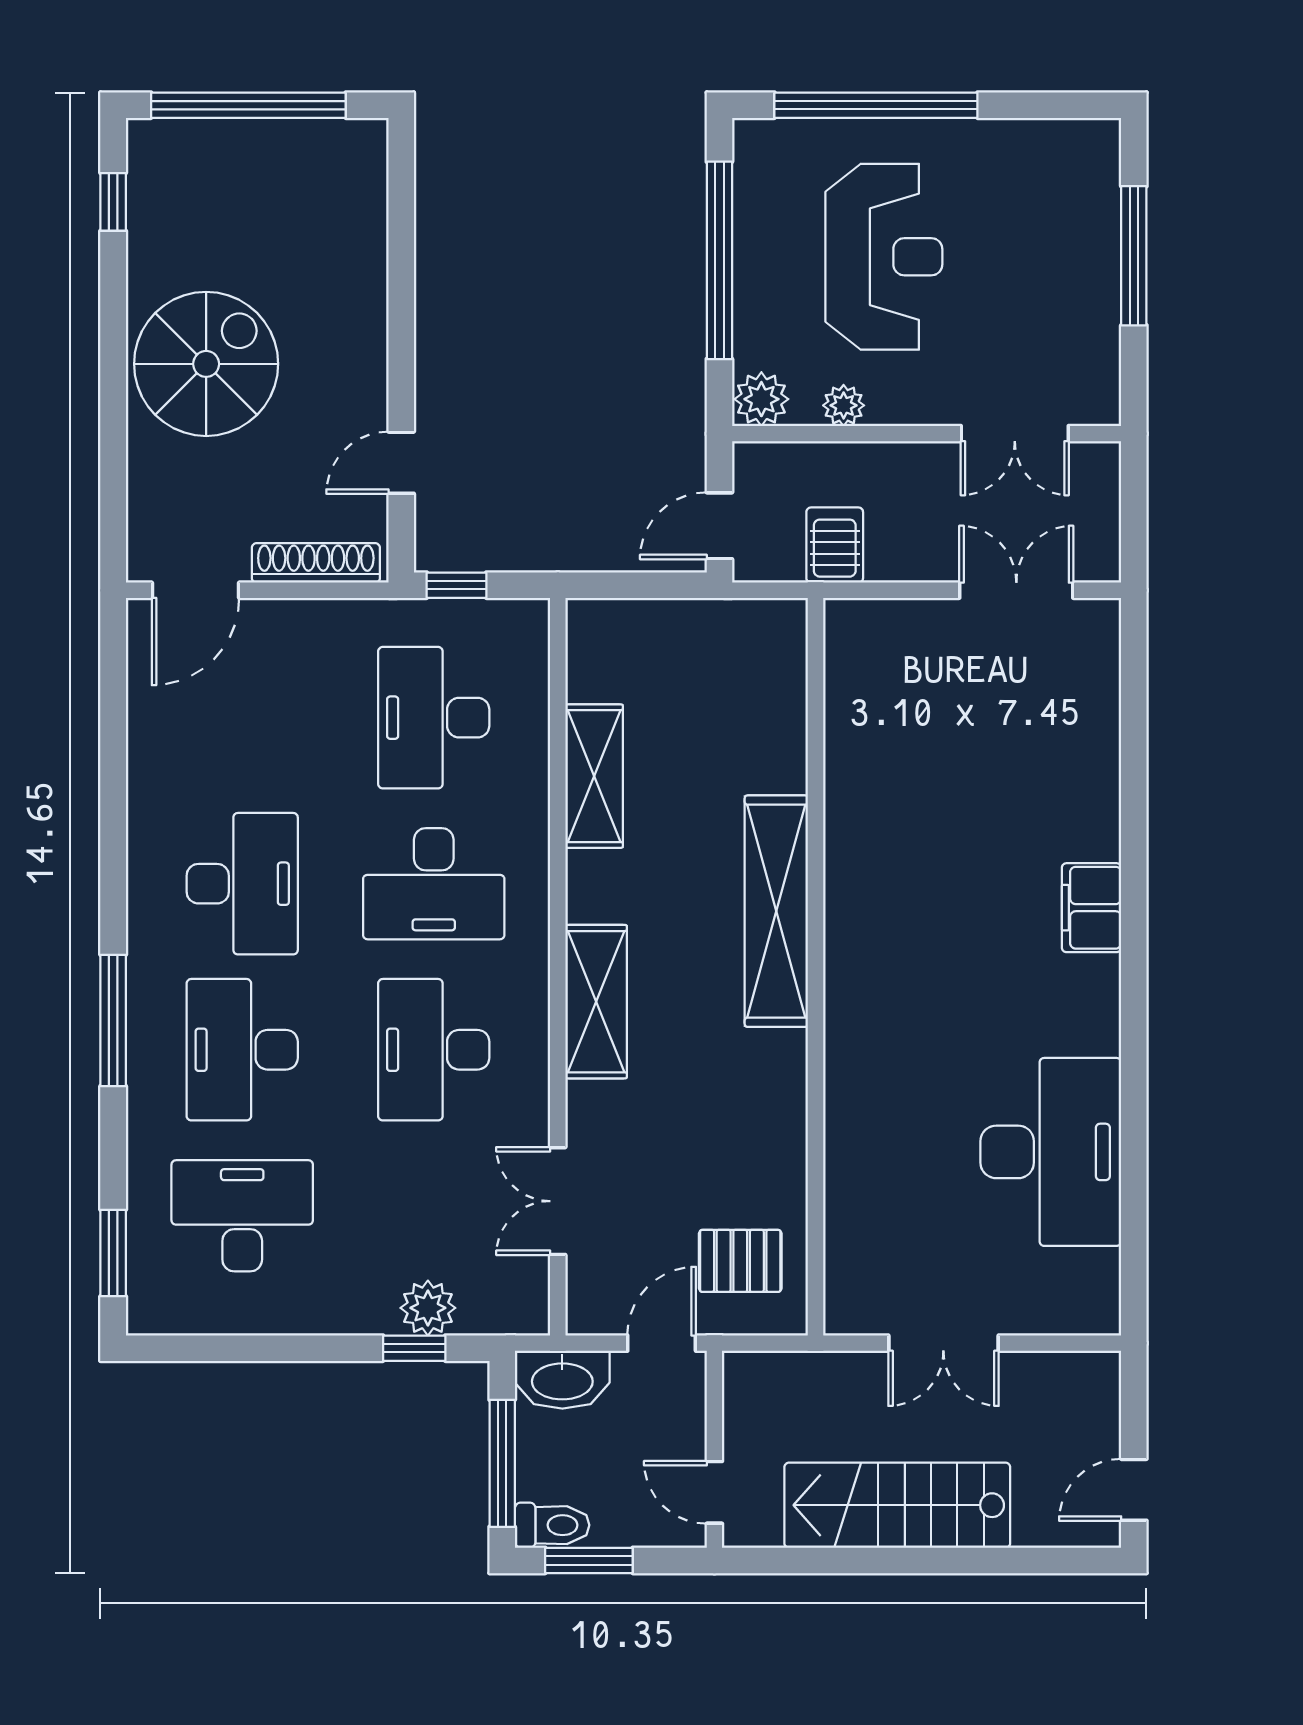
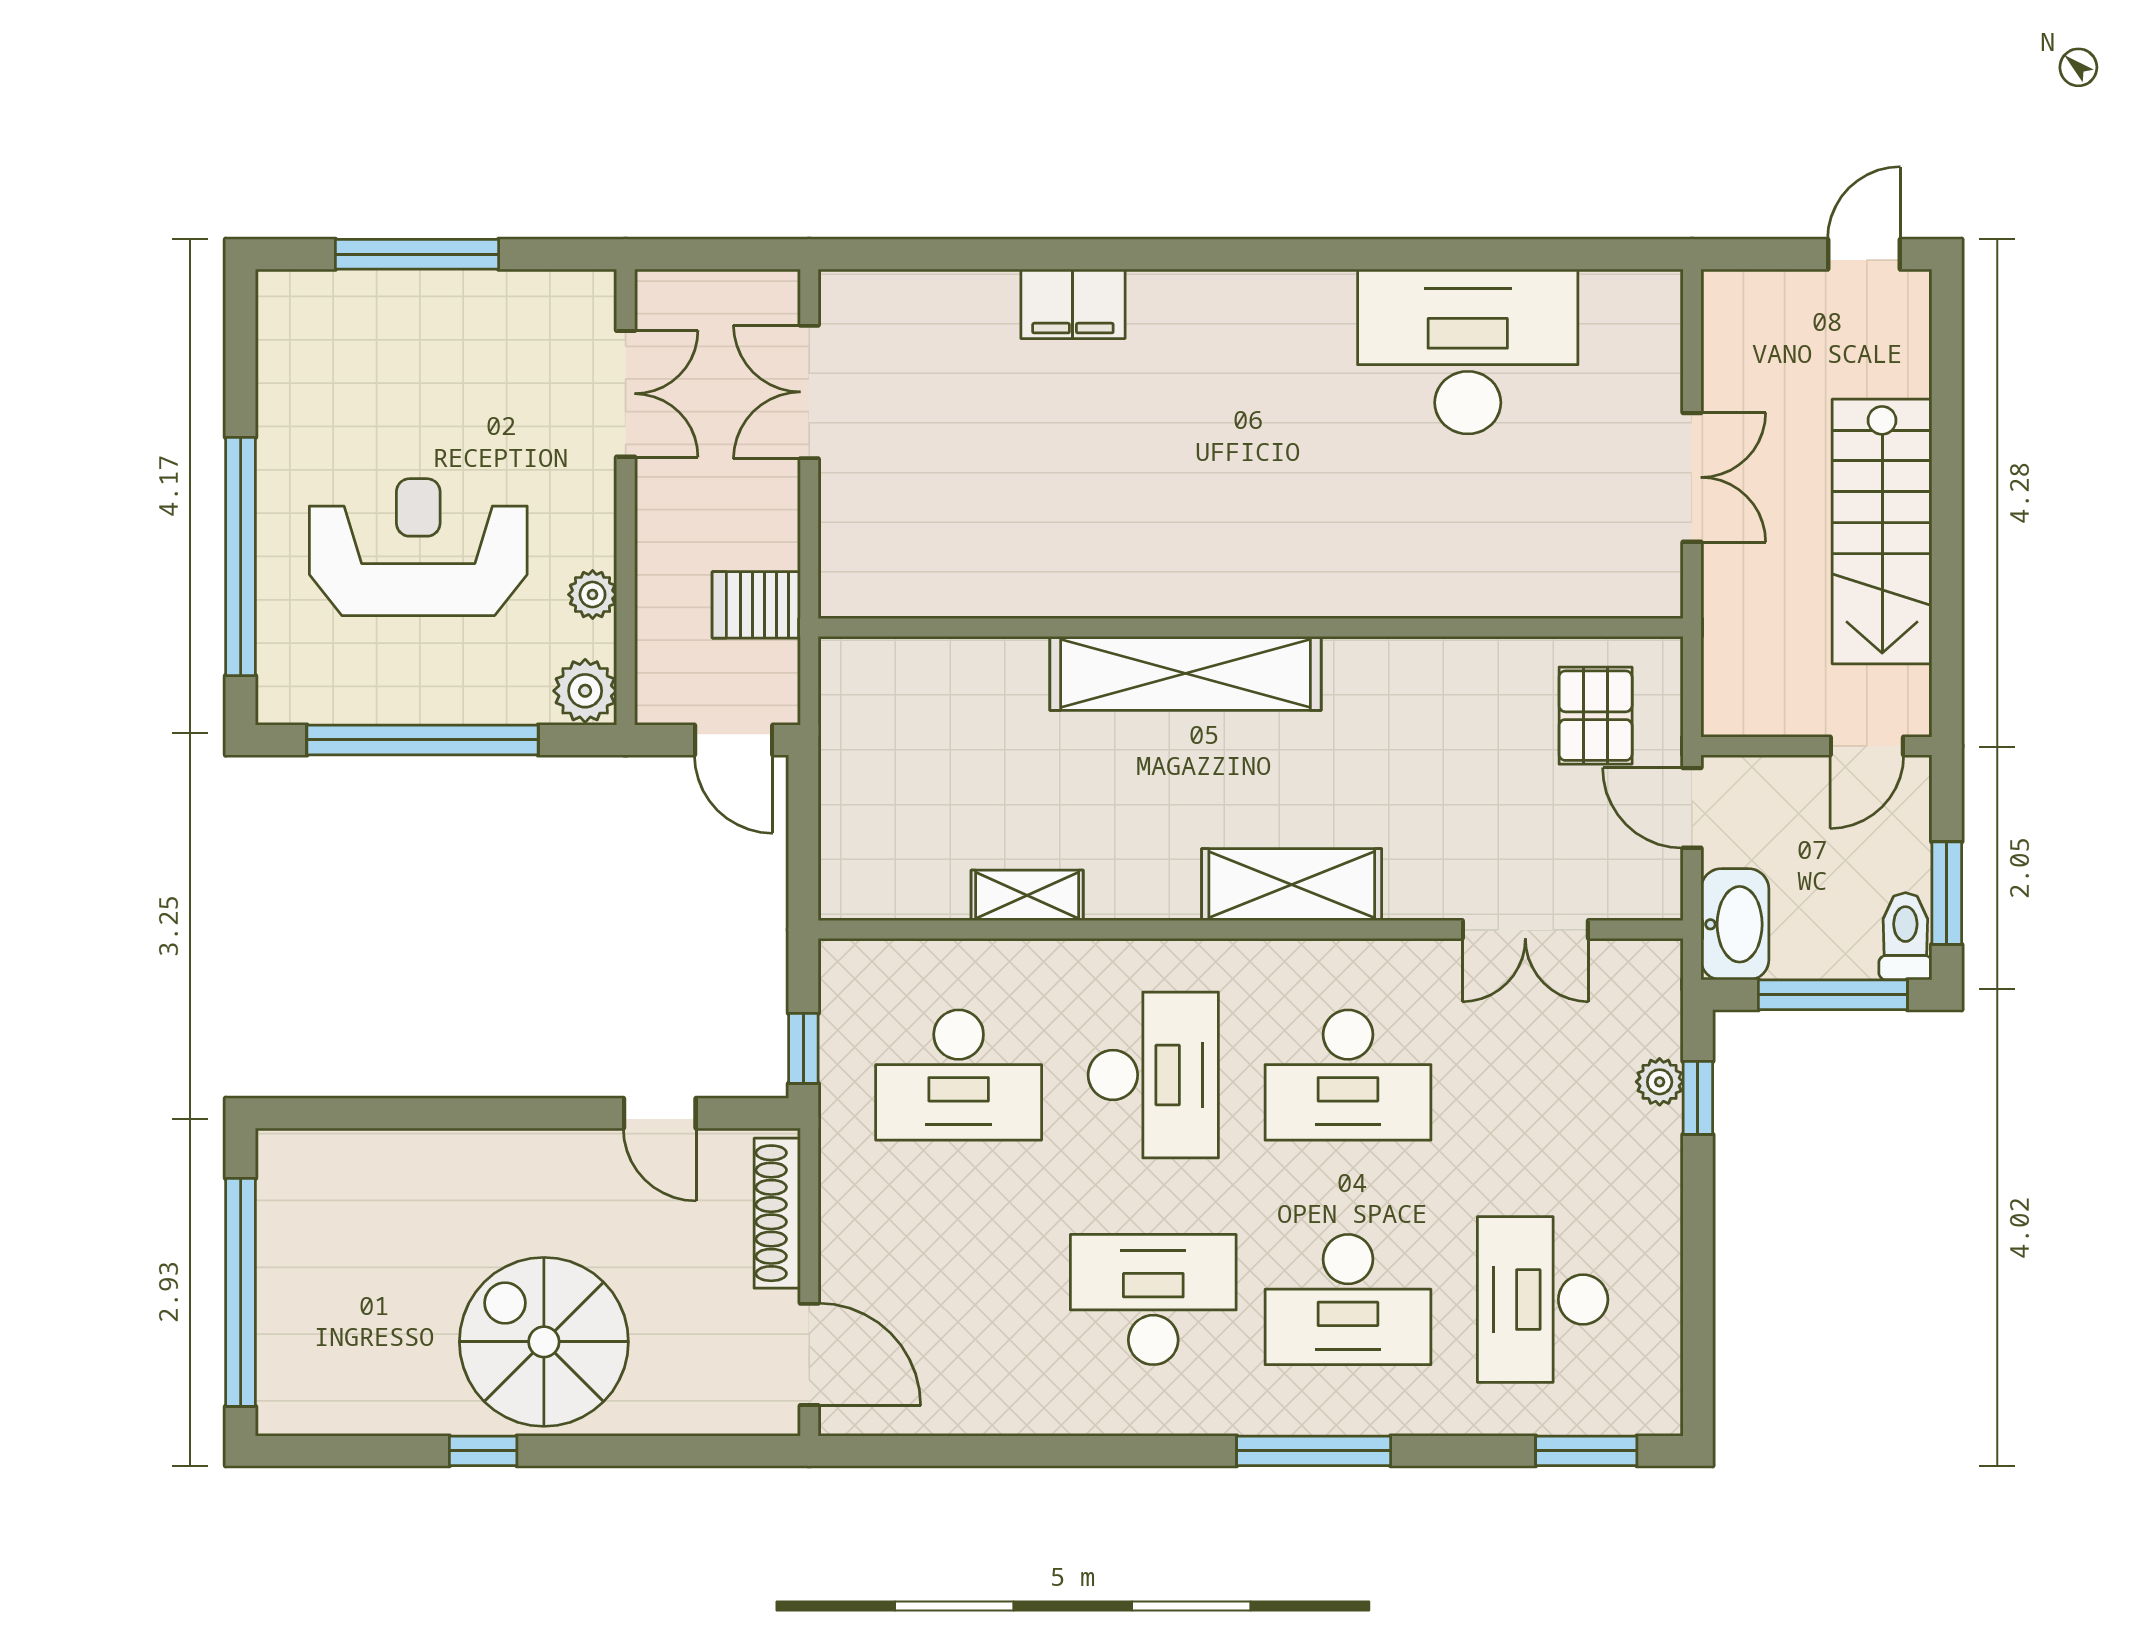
window: (113, 202) -> (483, 1451), moved
shelving: (594, 776) -> (1027, 895), width x0.67, depth x0.75
filing cabinet: (1092, 908) -> (1073, 304), moved
plant: (428, 1308) -> (1660, 1082), width x0.73, depth x0.73
door: (1134, 1490) -> (1864, 254), swing flipped

